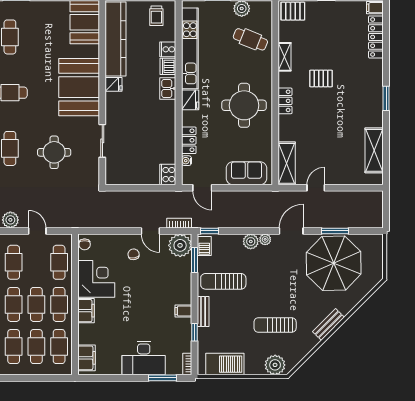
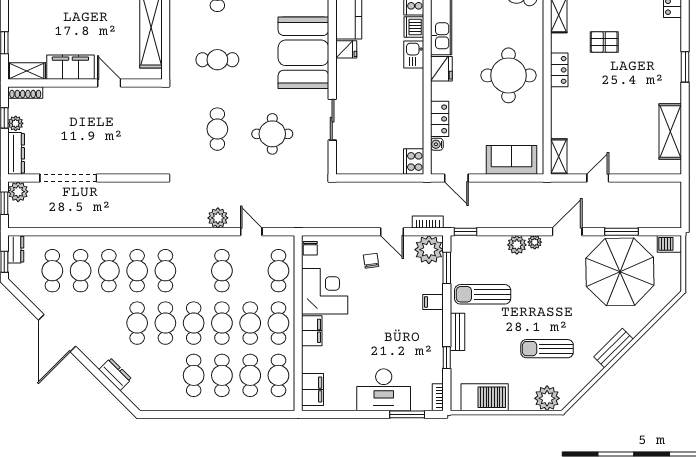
shelving: (287, 163) -> (559, 157), width x0.67, depth x0.75
barbecue: (204, 246) -> (669, 244), moved, turned 90
filing cabinet: (183, 311) -> (433, 302), moved

